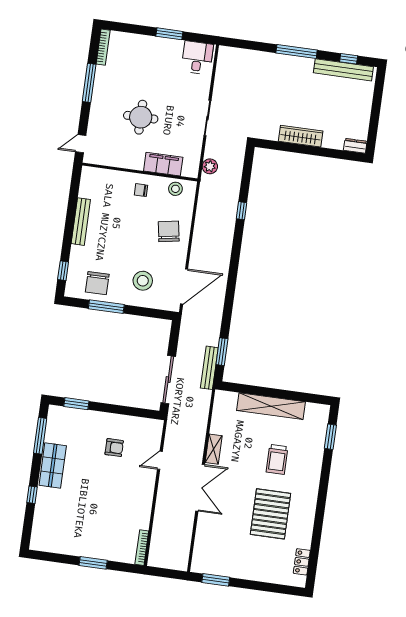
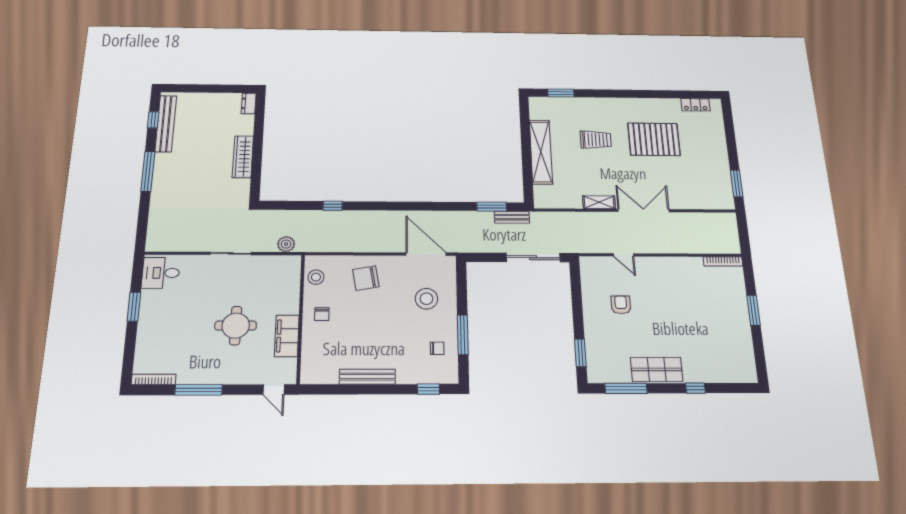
filing cabinet: (163, 164) -> (287, 336), moved
chair: (97, 283) -> (437, 348), width x0.54, depth x0.54
bench: (209, 368) -> (512, 217), width x0.73

